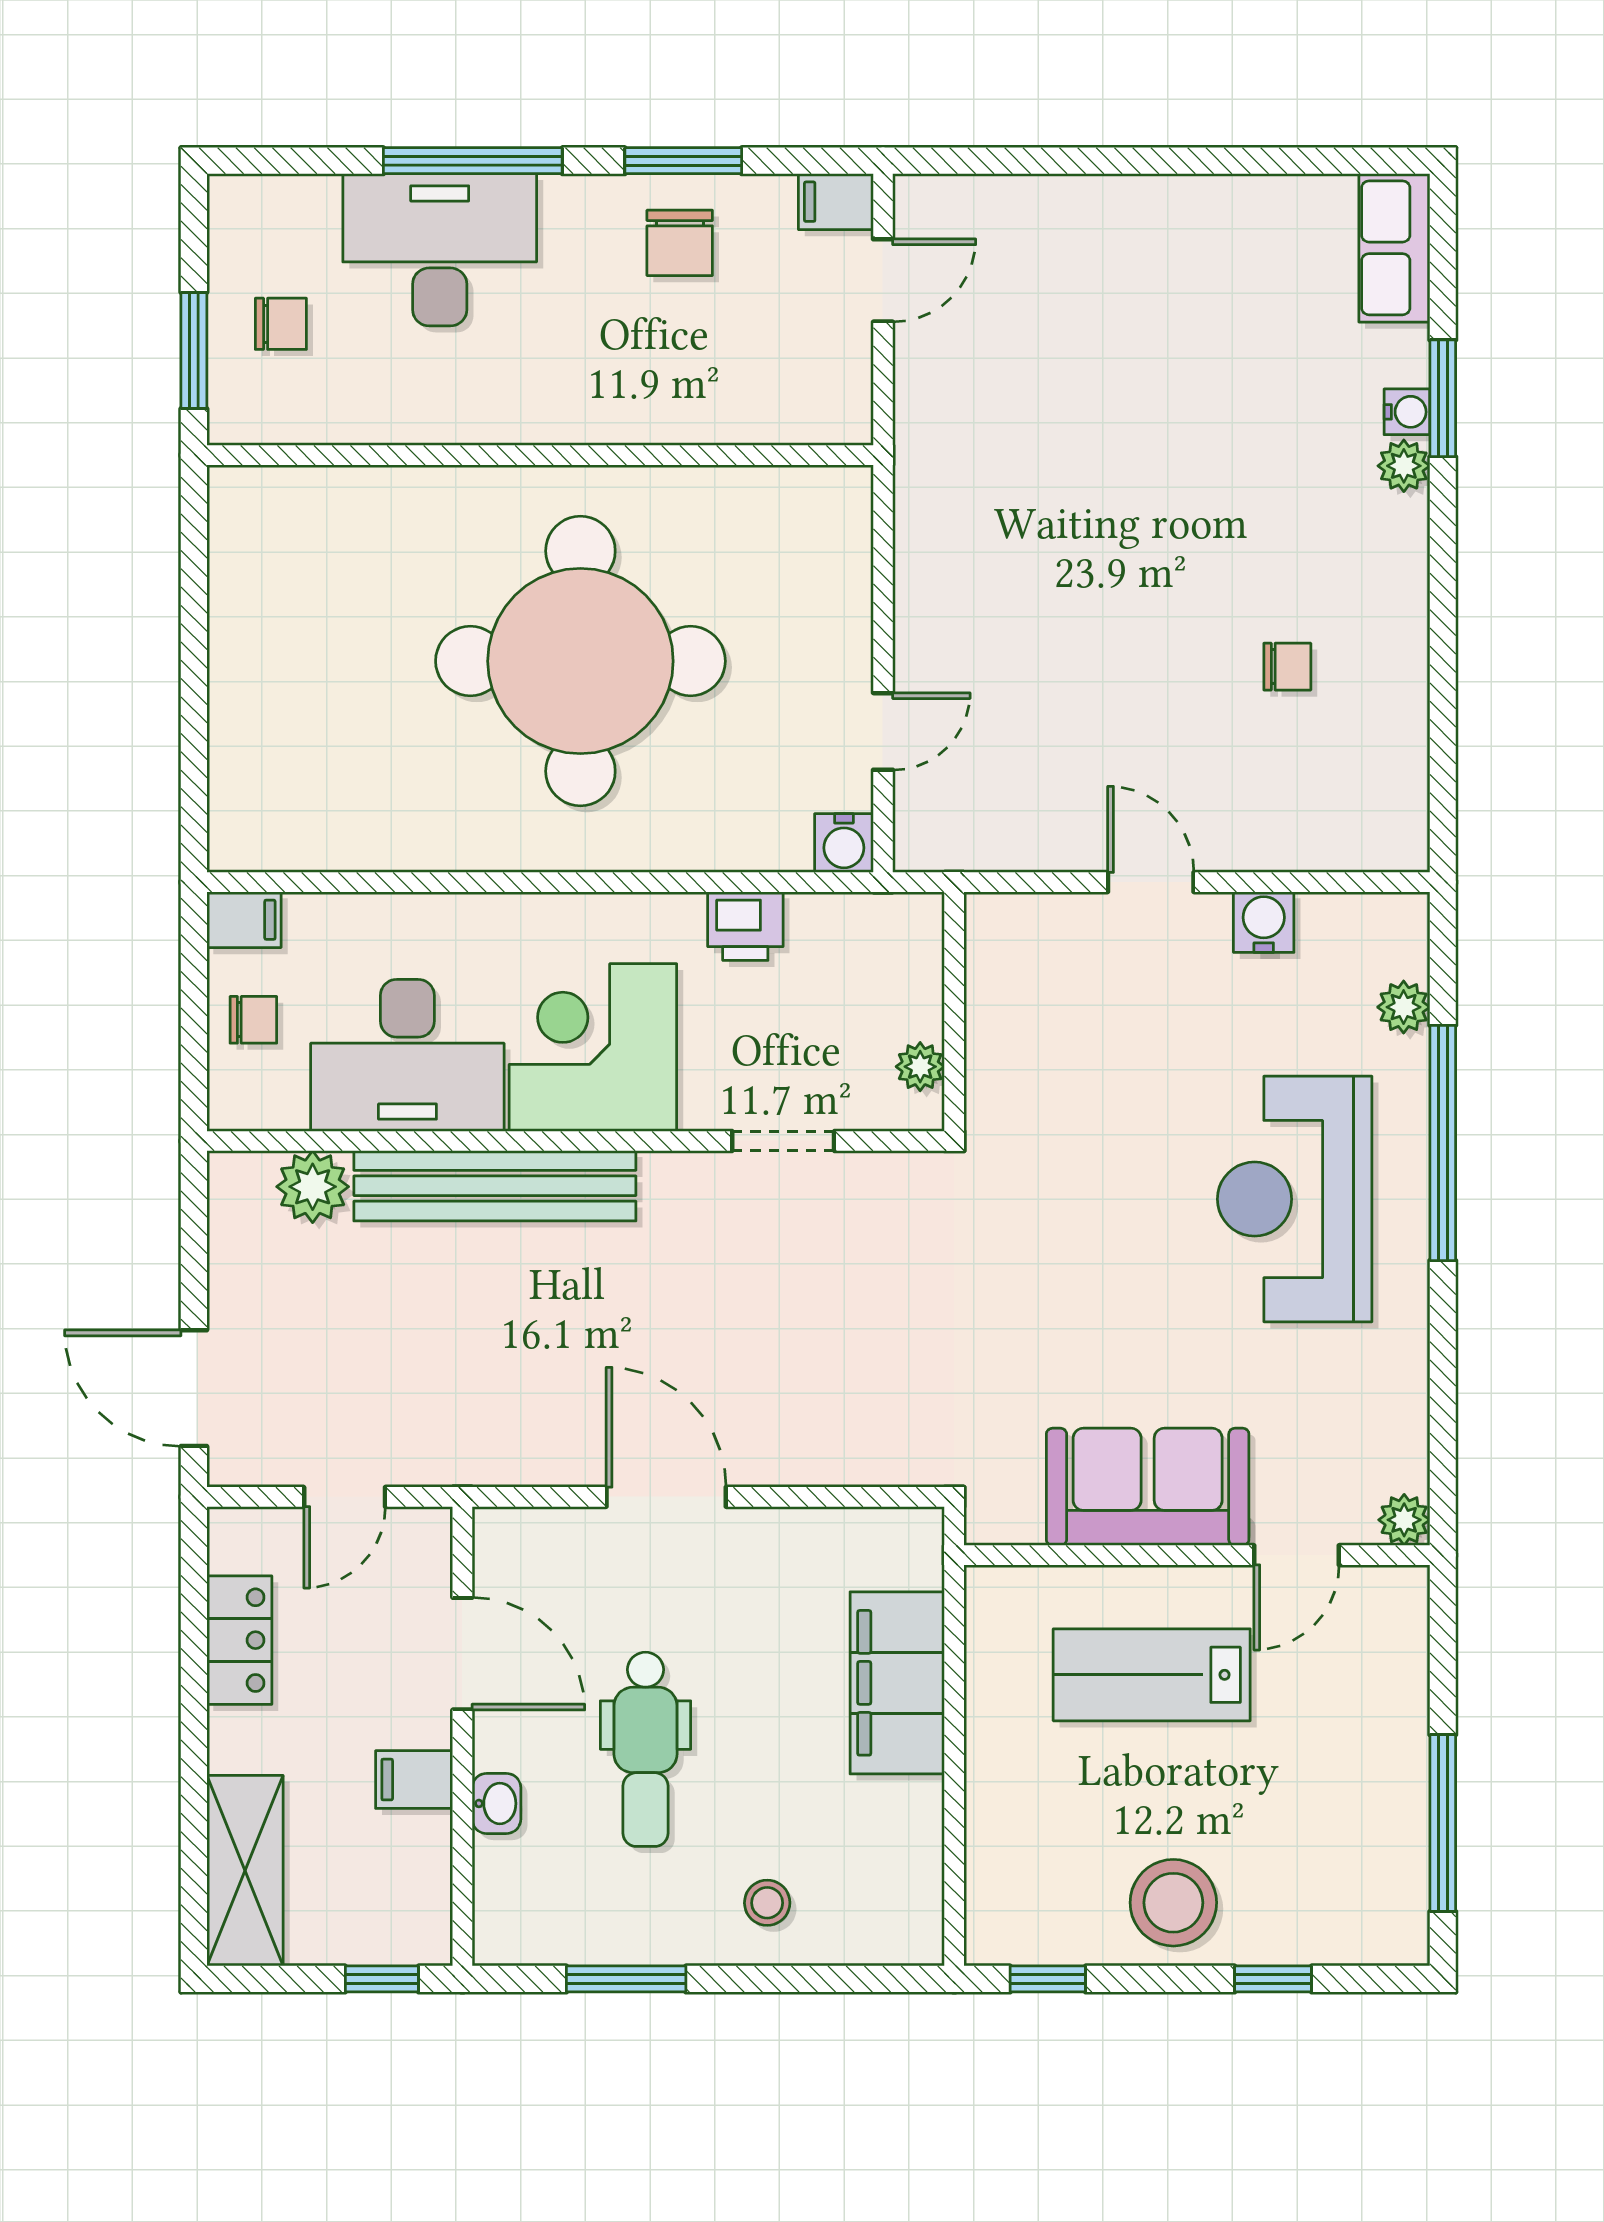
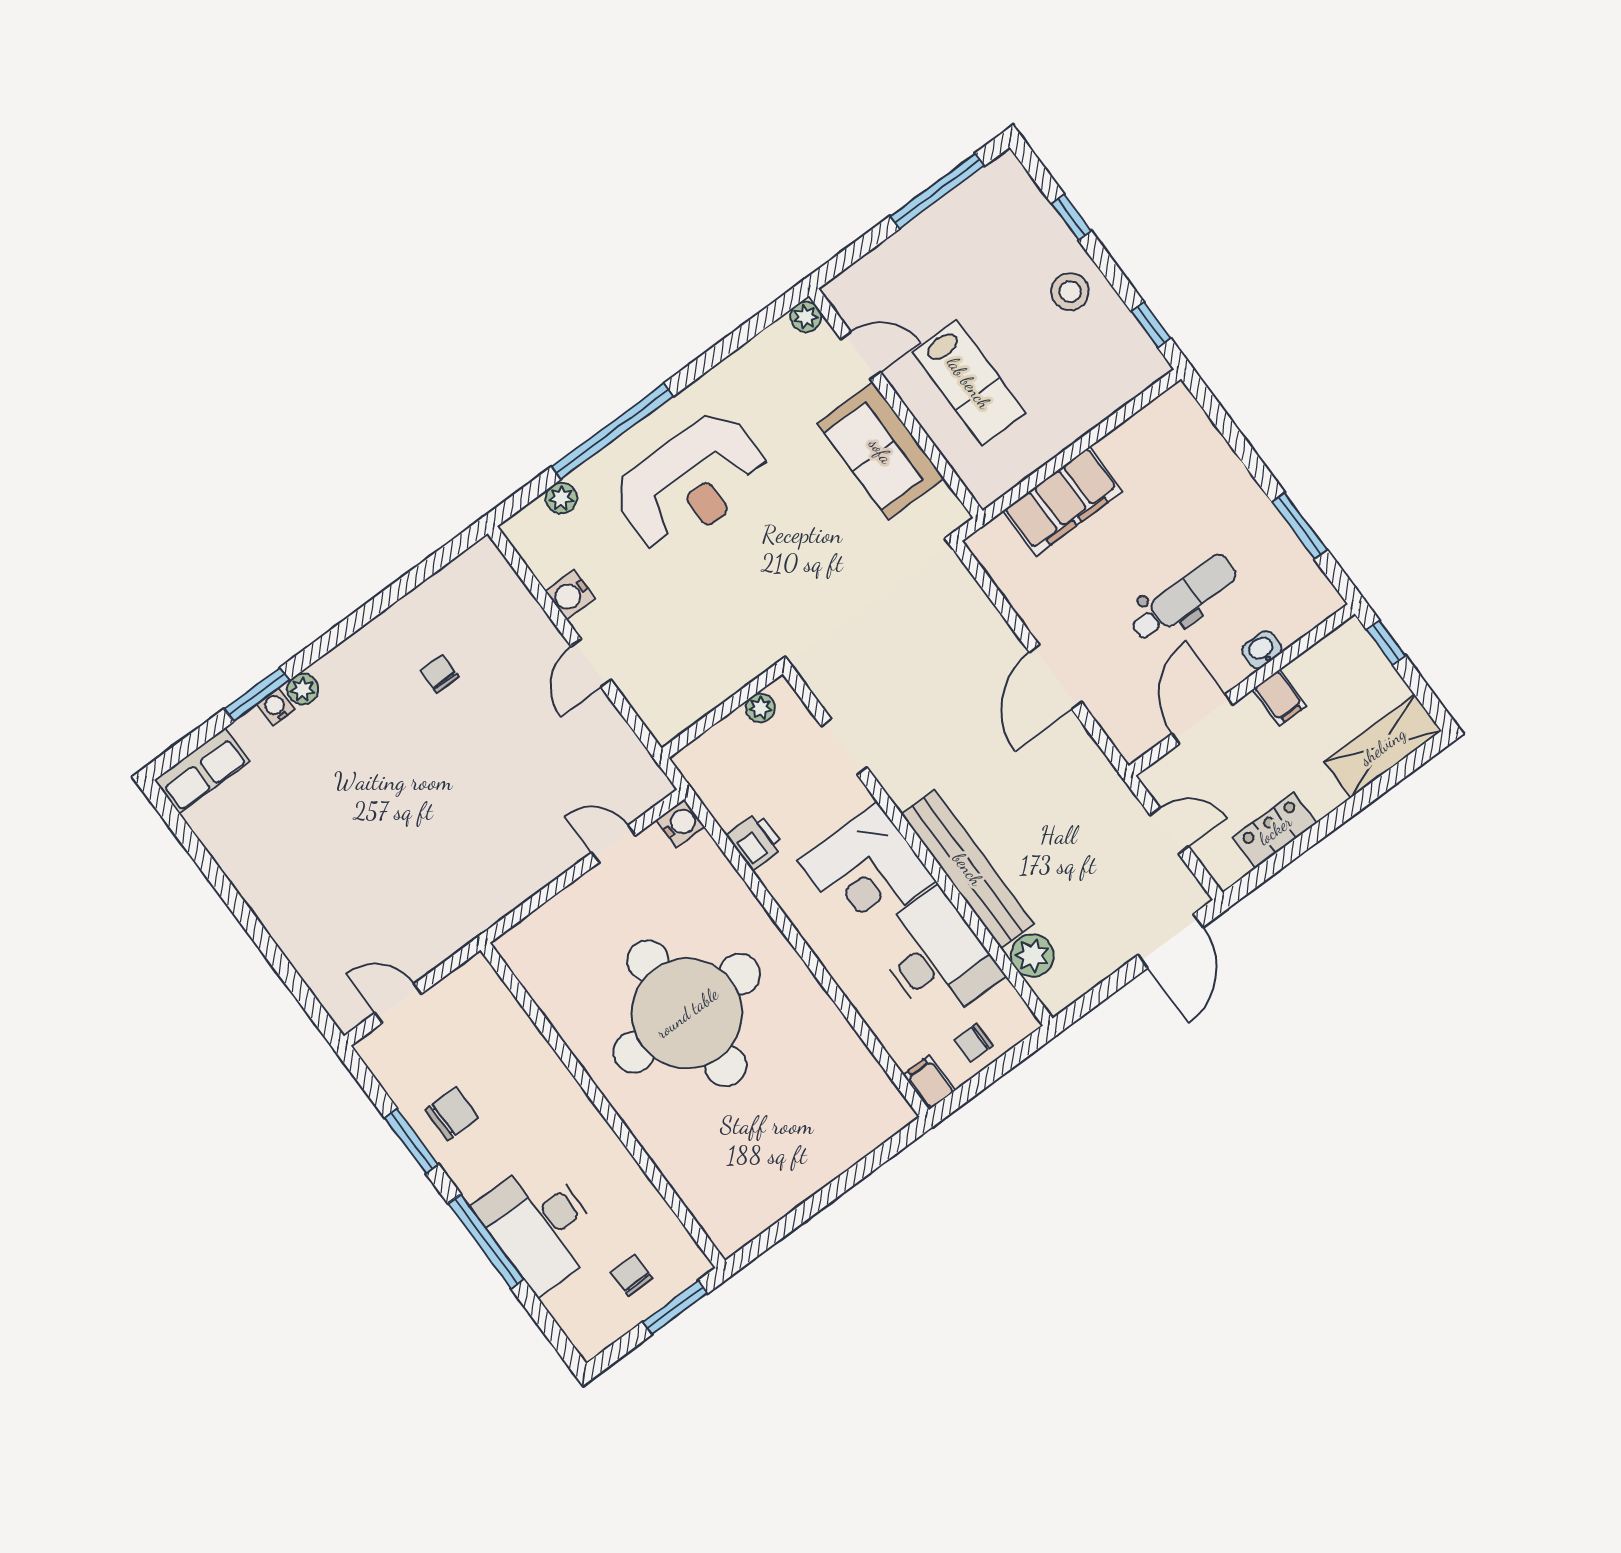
filing cabinet: (836, 202) -> (377, 1054), removed
chair: (253, 1020) -> (974, 1043), turned -90
stool: (767, 1903) -> (1214, 486), removed
stool: (1173, 1903) -> (1070, 292), width x0.73, depth x0.73

